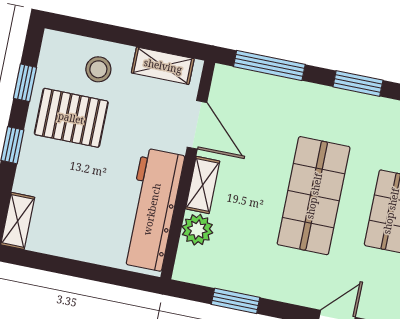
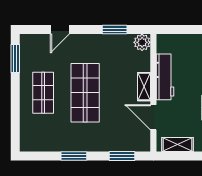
window: (269, 65) -> (122, 156), width x0.69
workbench: (152, 209) -> (165, 77), width x0.73, depth x0.76
plant: (197, 230) -> (142, 42), moved

